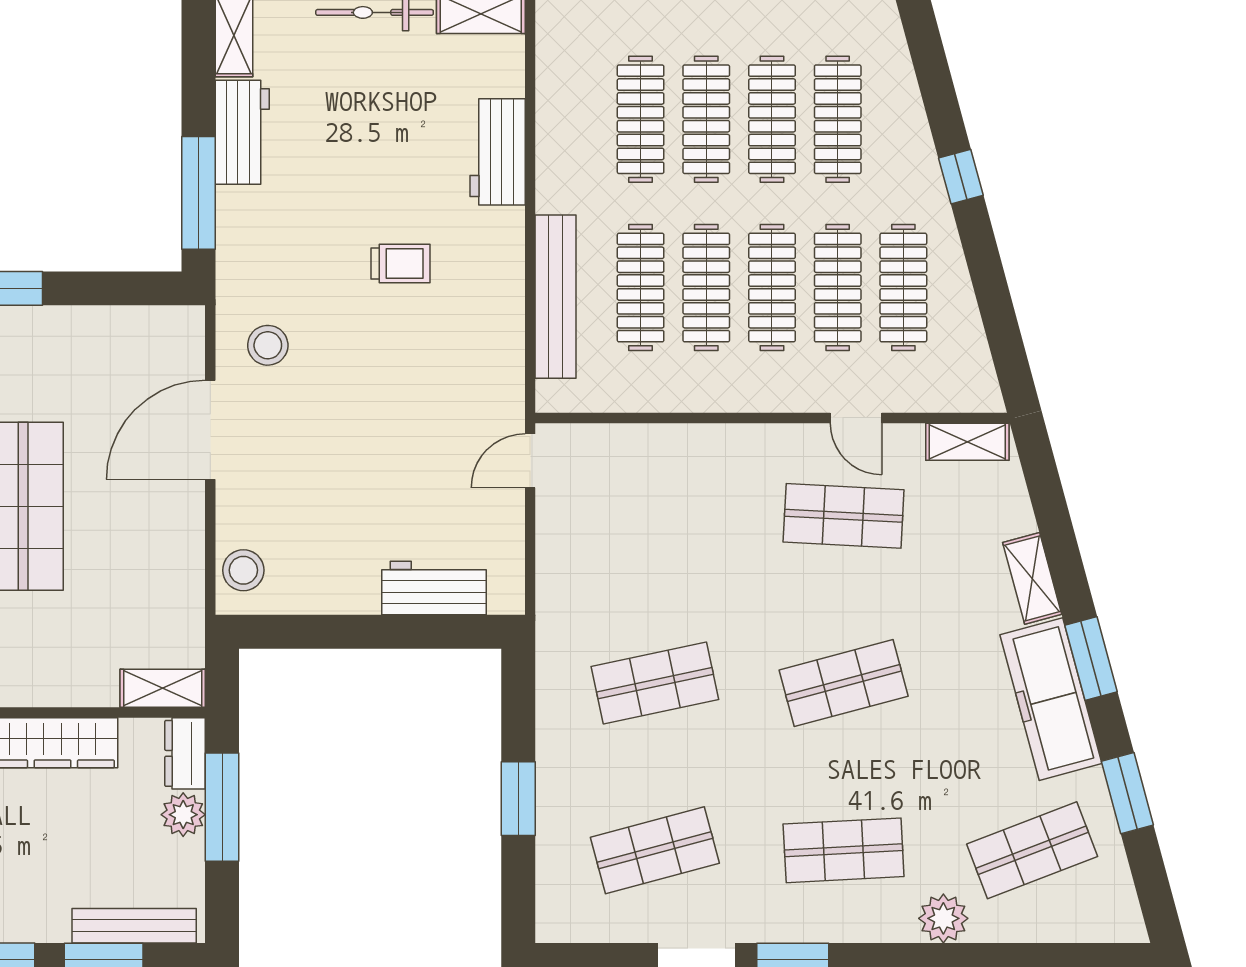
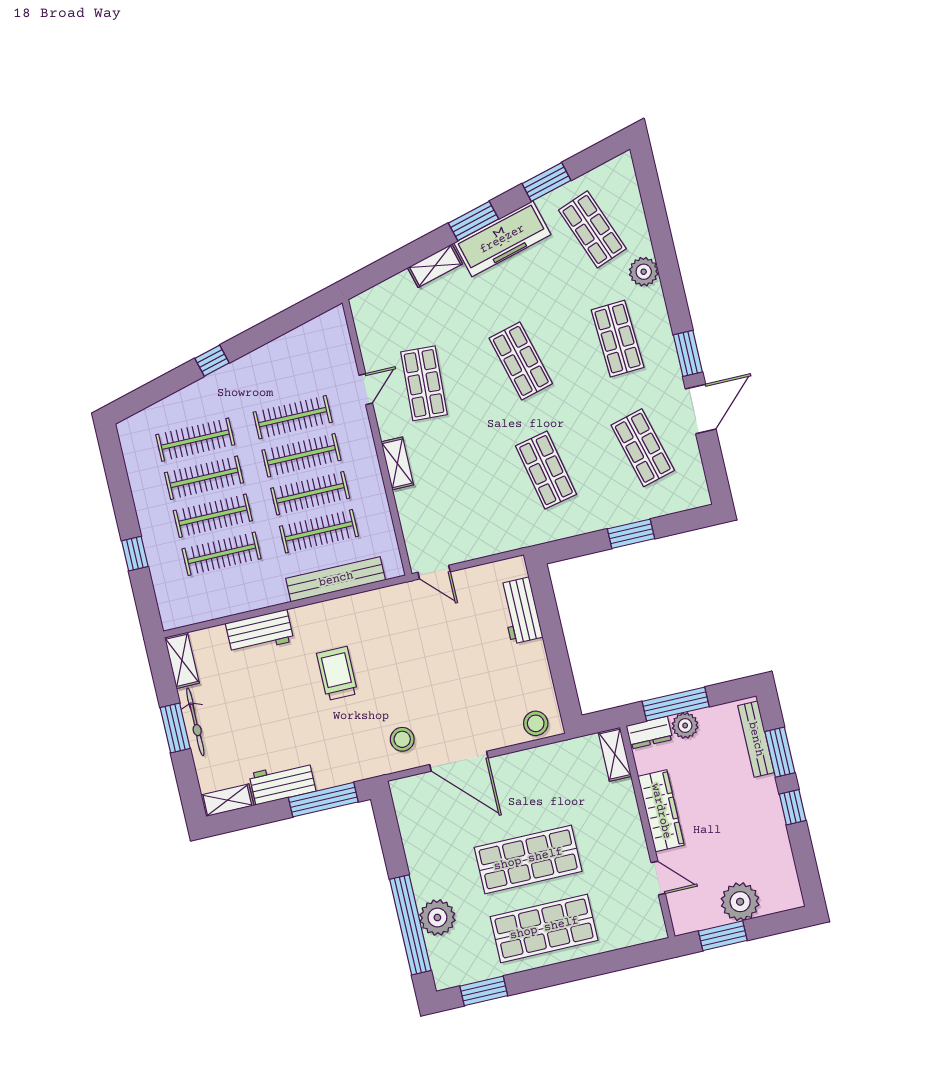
trolley: (400, 263) -> (337, 673), width x1.36, depth x1.39
clothes rail: (903, 288) -> (284, 379), removed
shelving: (967, 442) -> (397, 463), moved

